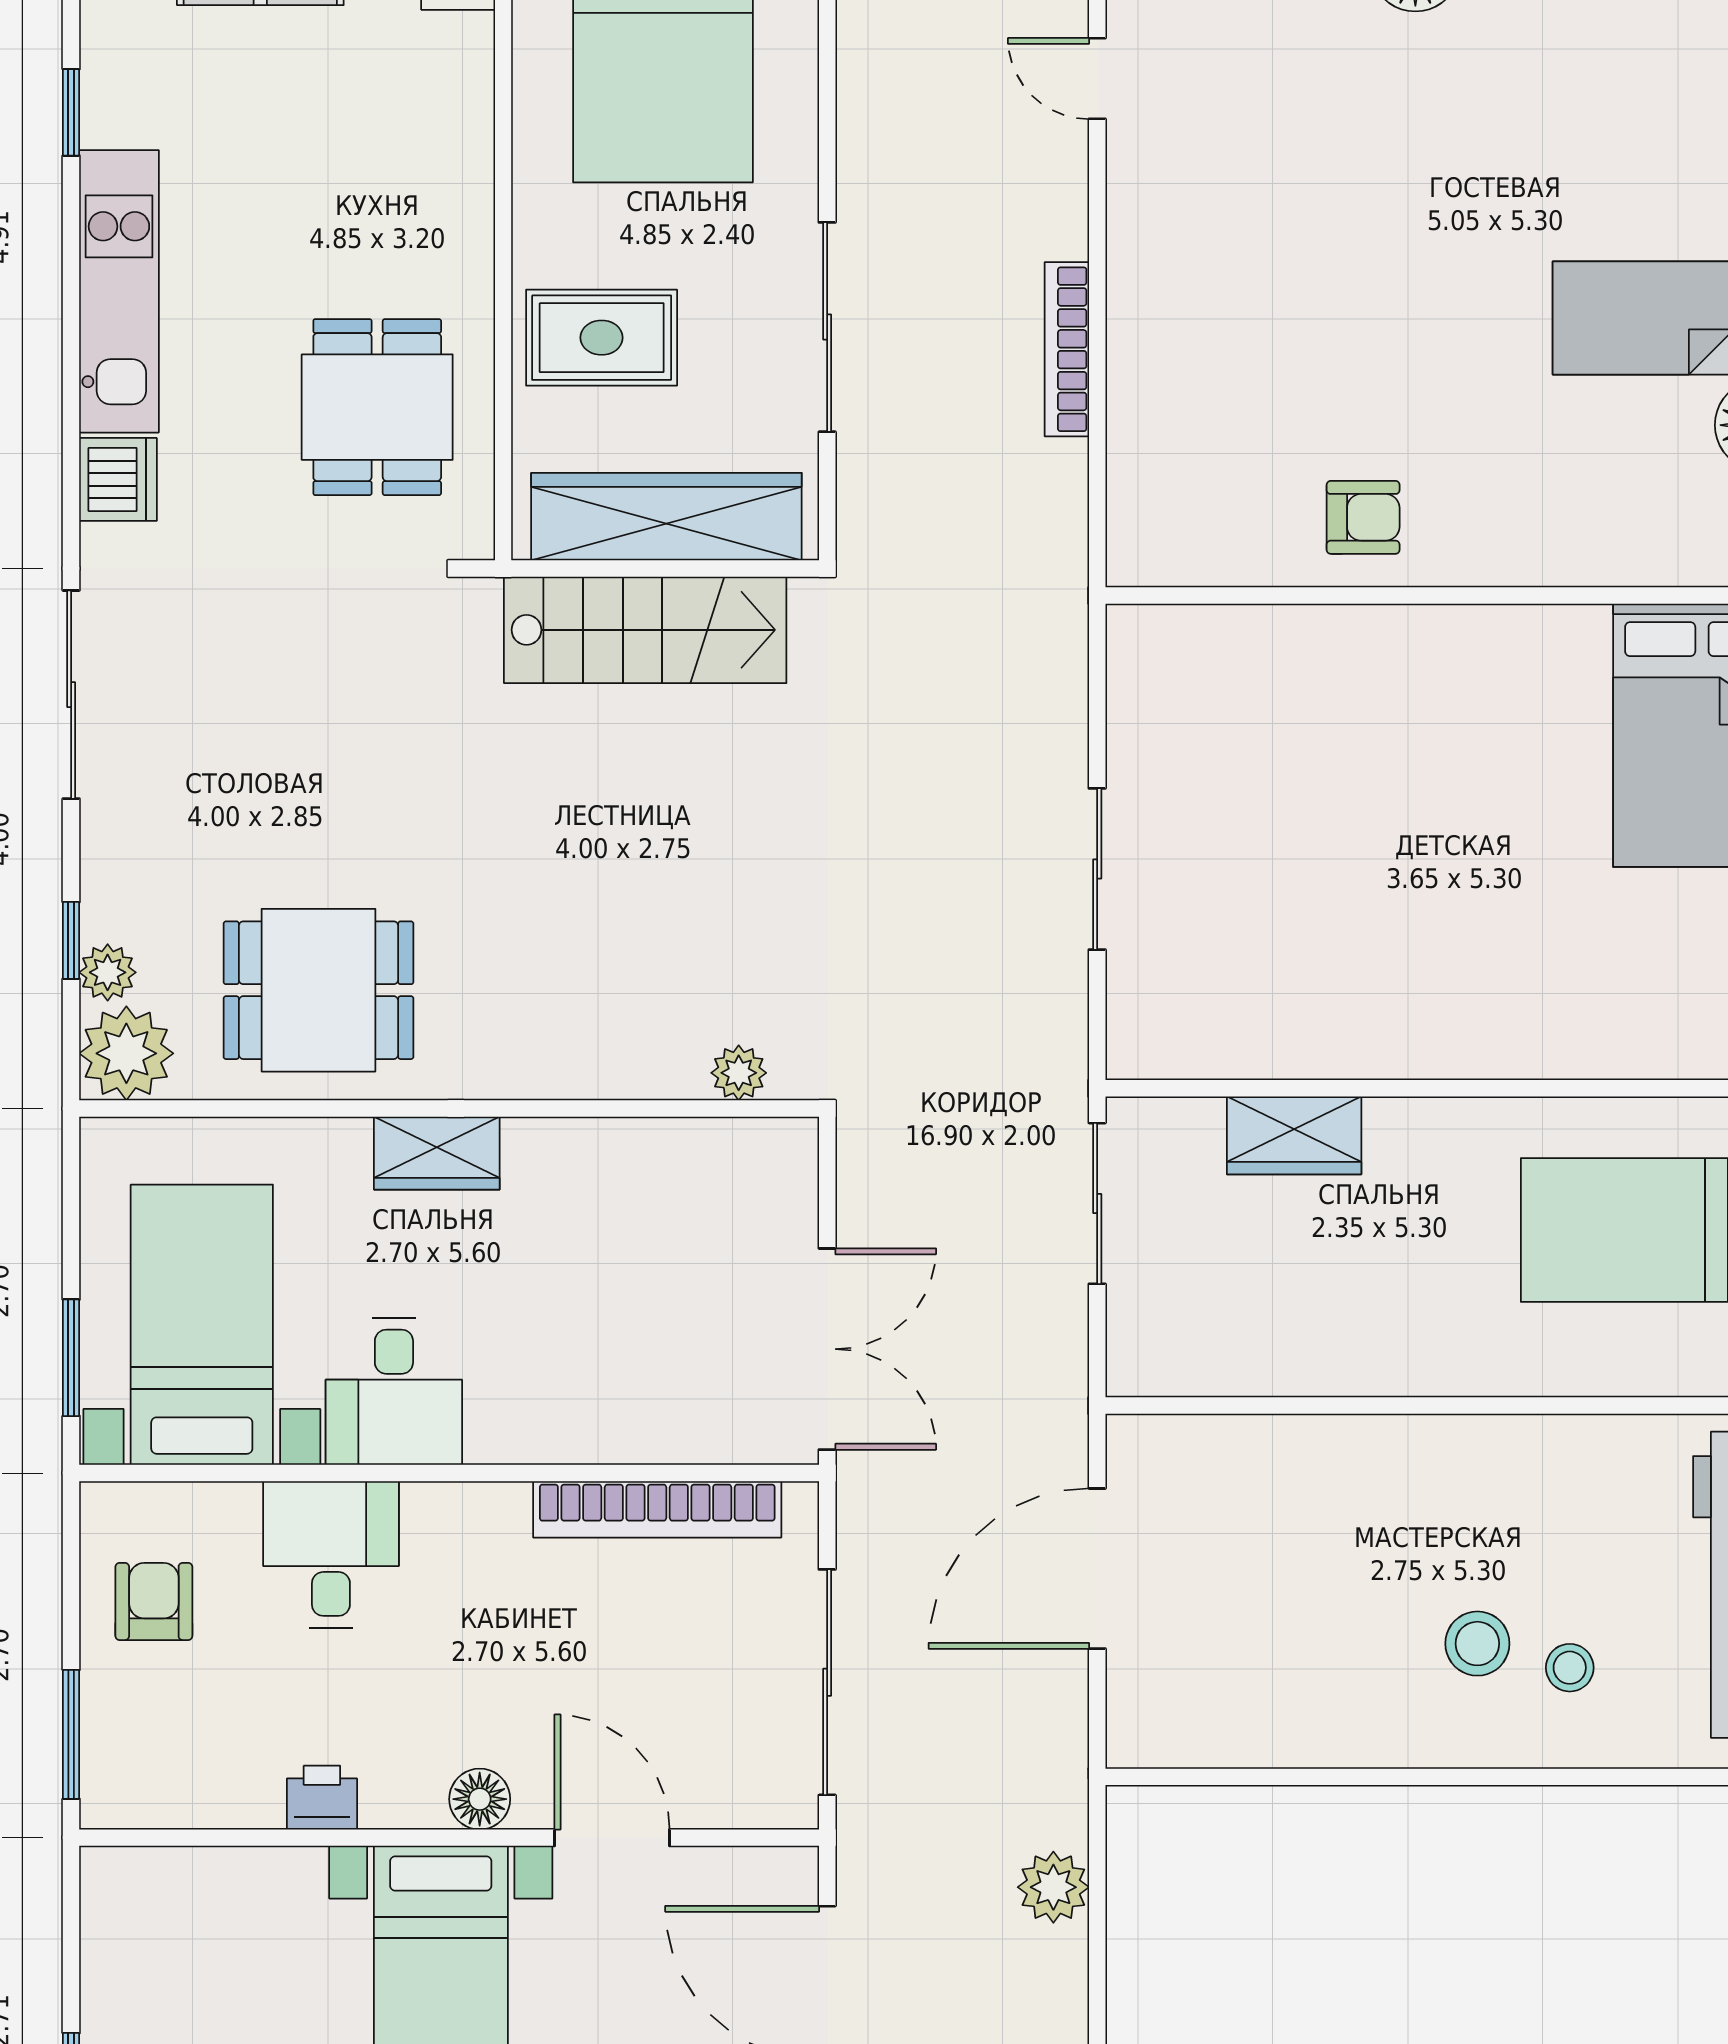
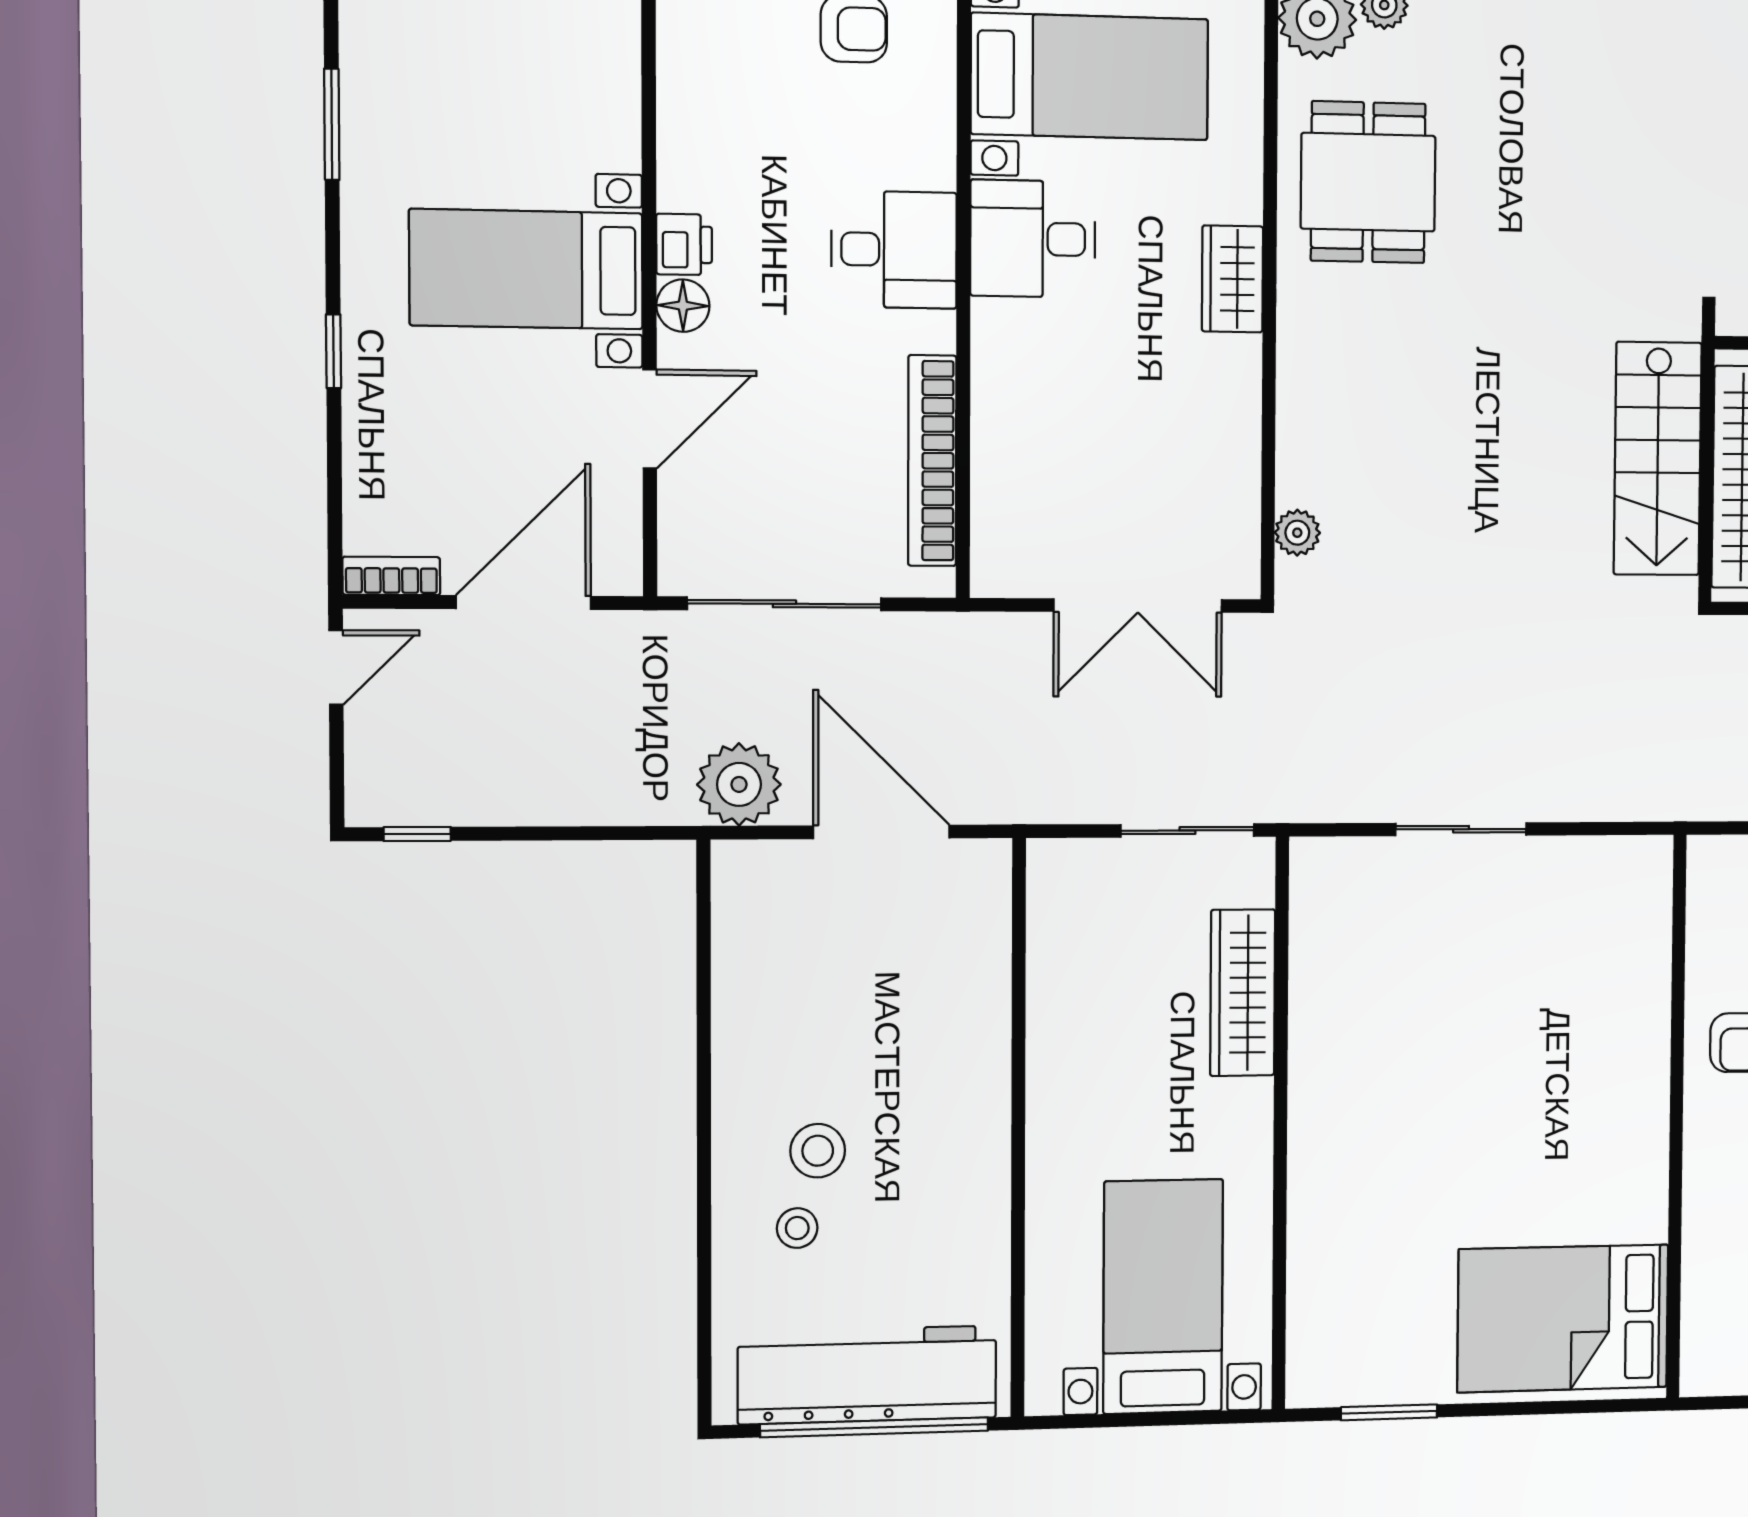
wardrobe: (1294, 1135) -> (1243, 993), width x1.50
double door: (827, 1349) -> (1138, 606), moved
desk: (331, 1554) -> (894, 250), moved
printer: (322, 1798) -> (684, 244), moved
plant: (1053, 1887) -> (739, 784), moved, width x1.36, depth x1.36

